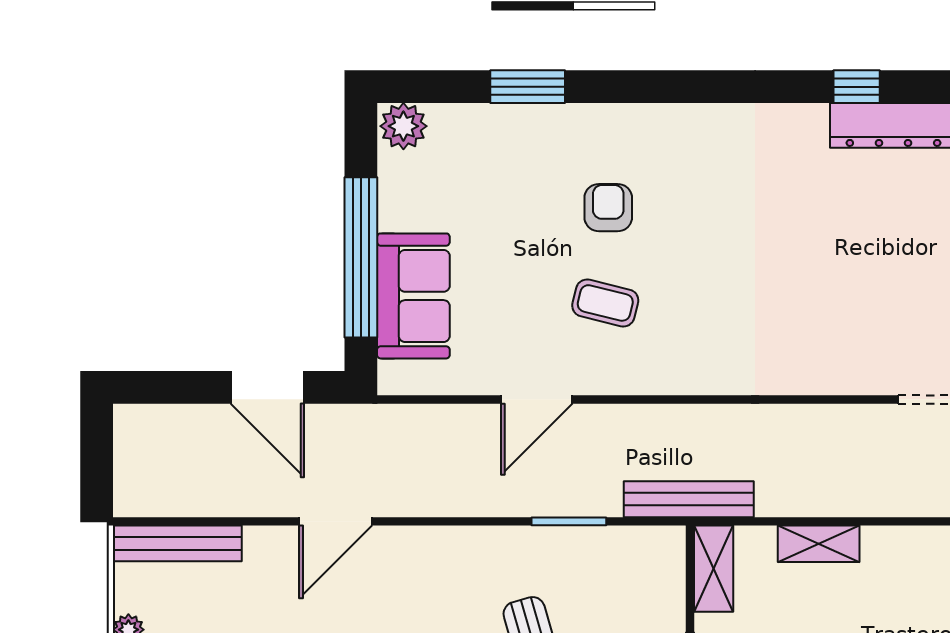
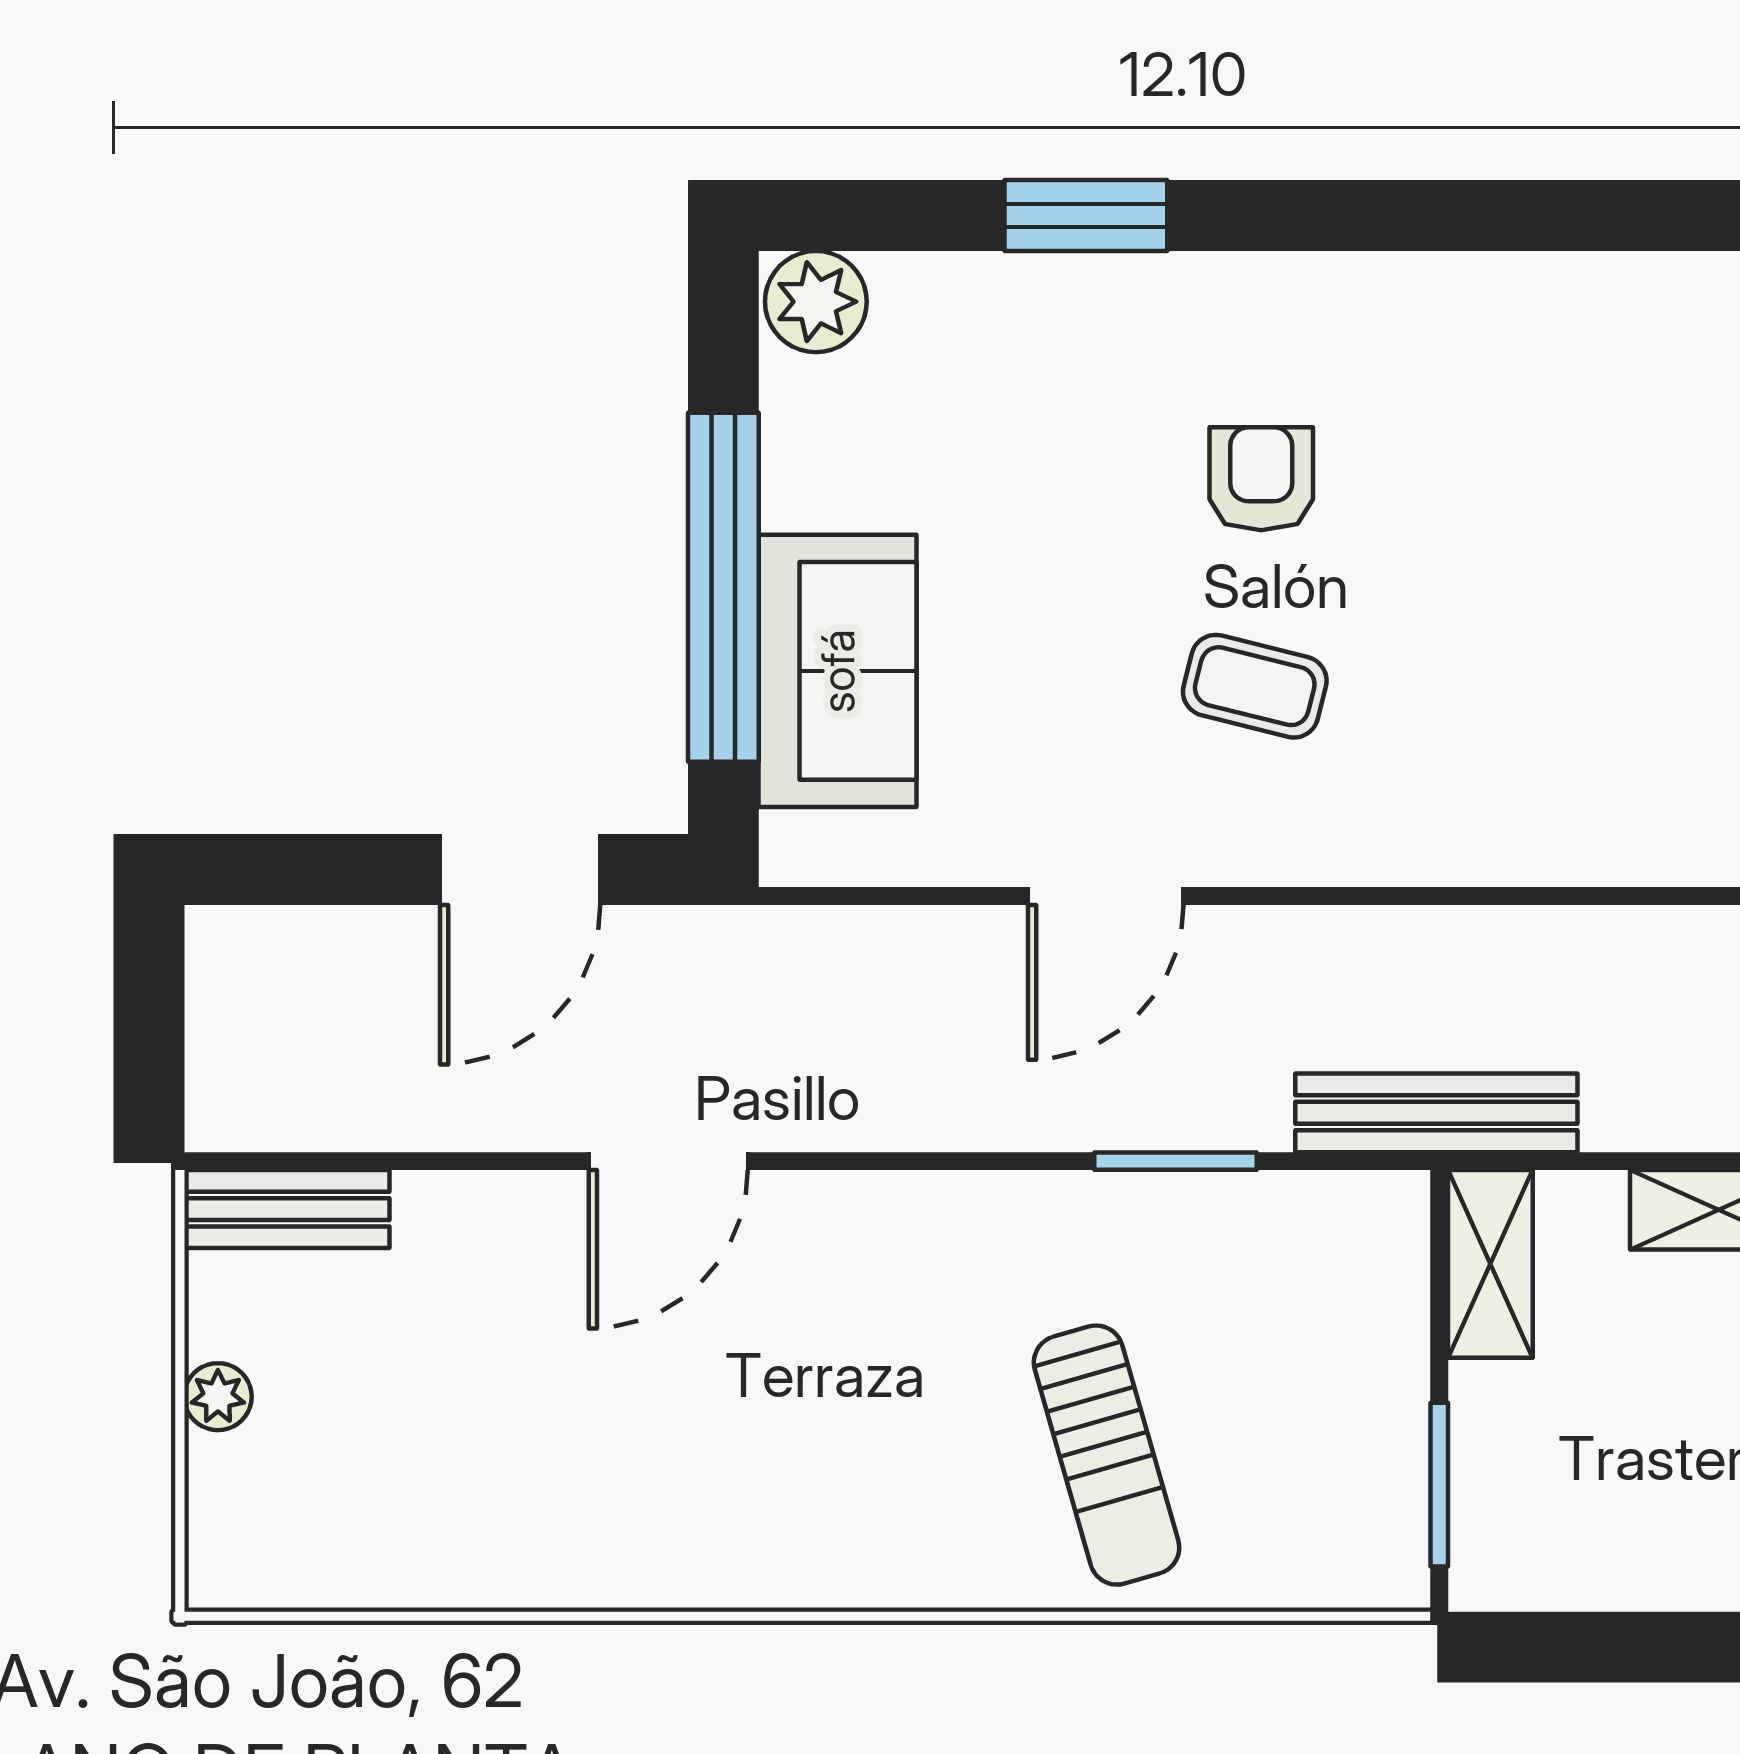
door: (267, 387) -> (520, 869), hinge flipped
bench: (177, 543) -> (287, 1209), width x0.73

